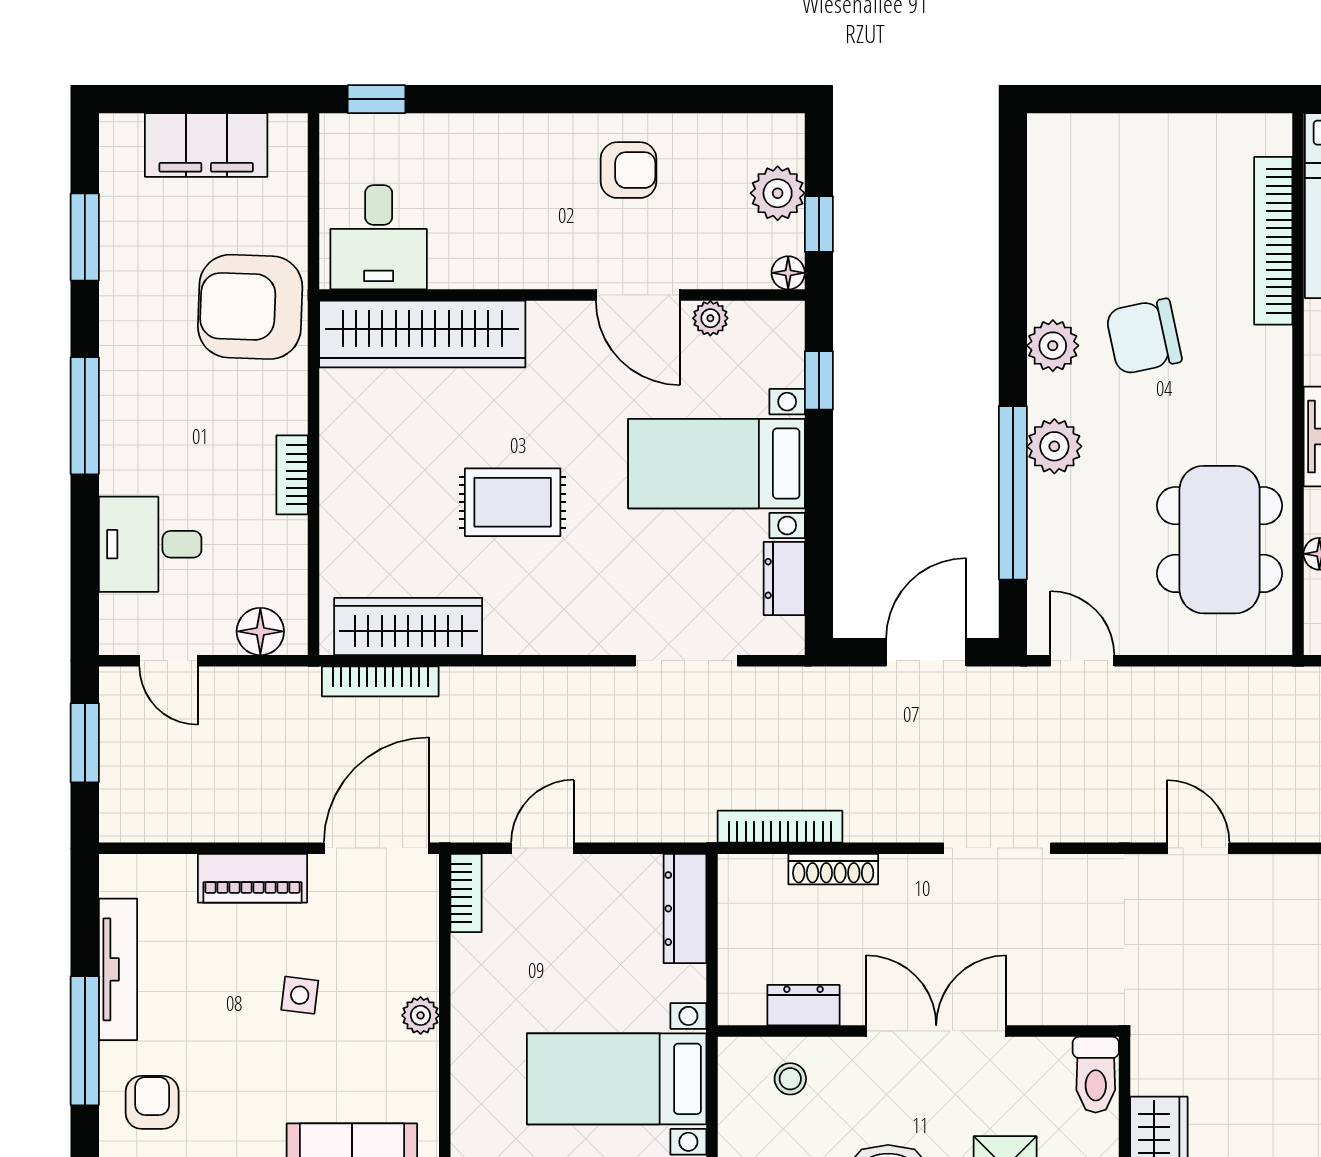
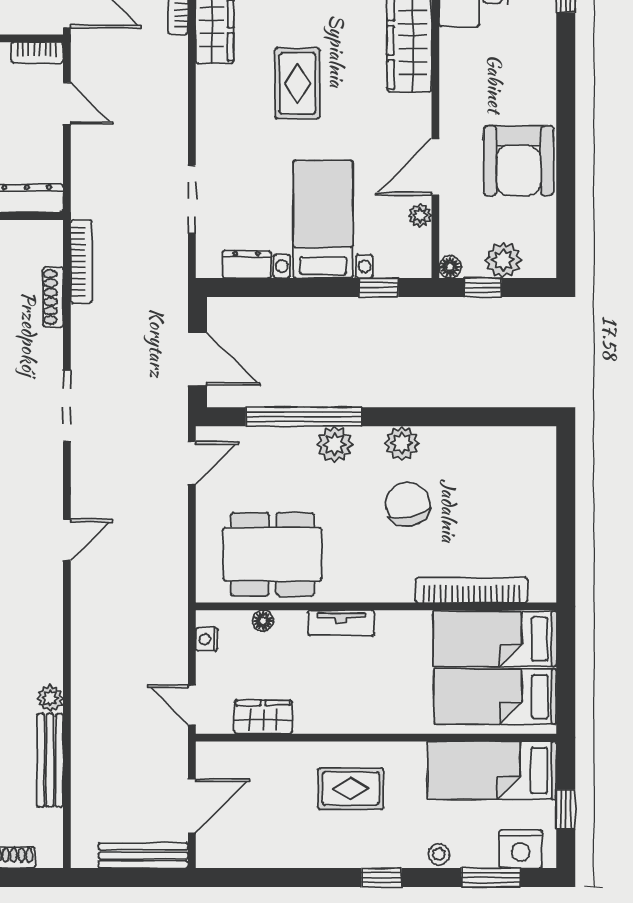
armchair: (629, 170) -> (519, 161), width x1.88, depth x1.88

